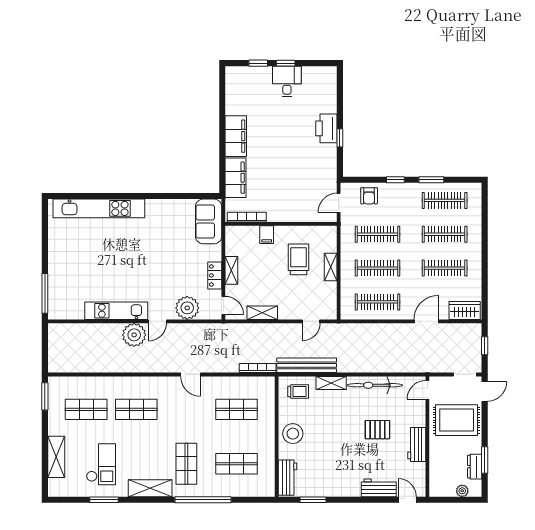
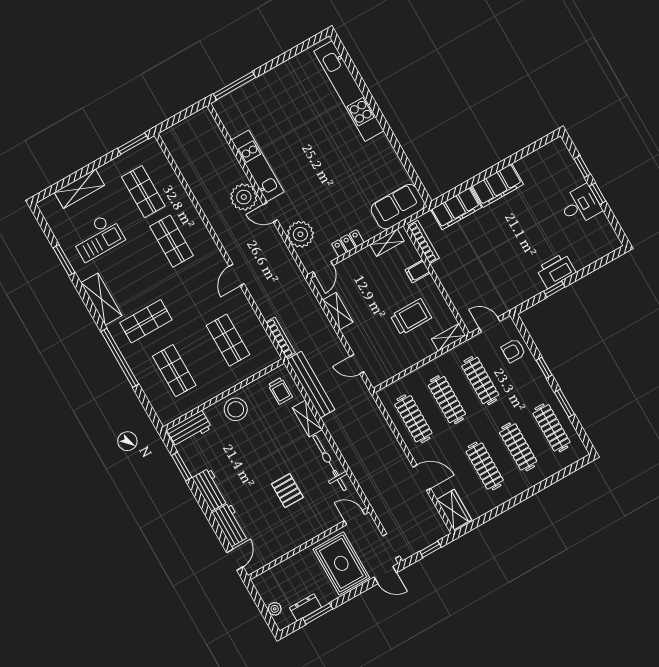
shelving: (331, 267) -> (449, 337), moved
shelving: (231, 270) -> (387, 243), moved
workbench: (417, 444) -> (210, 490), moved, turned 90

